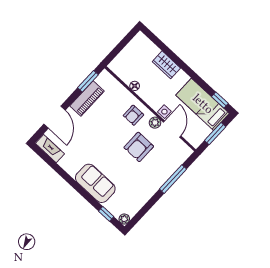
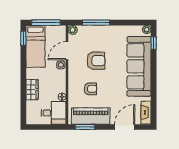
desk: (127, 65) -> (54, 113), added
piano: (87, 98) -> (91, 116), width x1.37, depth x1.33
armchair: (133, 115) -> (90, 89), moved
plant: (155, 123) -> (73, 30), moved
window: (215, 134) -> (46, 23), width x1.44
sofa: (95, 183) -> (139, 66), width x1.85, depth x1.27

